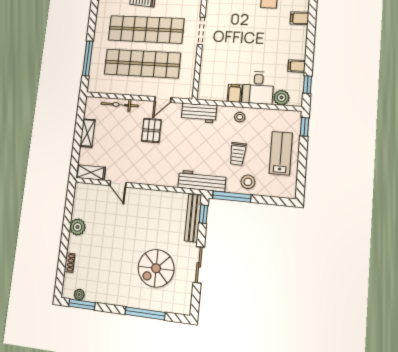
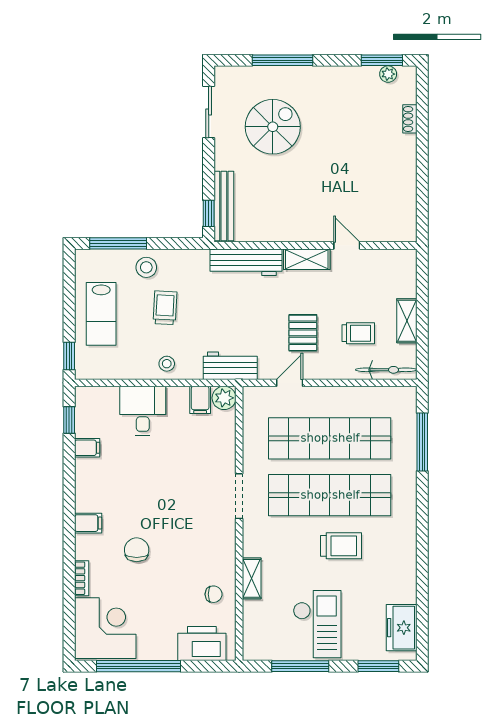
filing cabinet: (235, 93) -> (200, 400), moved
plant: (281, 98) -> (224, 398), moved
bicycle: (120, 105) -> (386, 370), moved
trolley: (117, 128) -> (358, 333), added
shelving: (91, 172) -> (307, 259), moved
workbench: (202, 181) -> (246, 262), moved
window: (232, 197) -> (118, 243), moved
plant: (78, 227) -> (404, 174), removed
sliding door: (199, 265) -> (209, 112), moved

